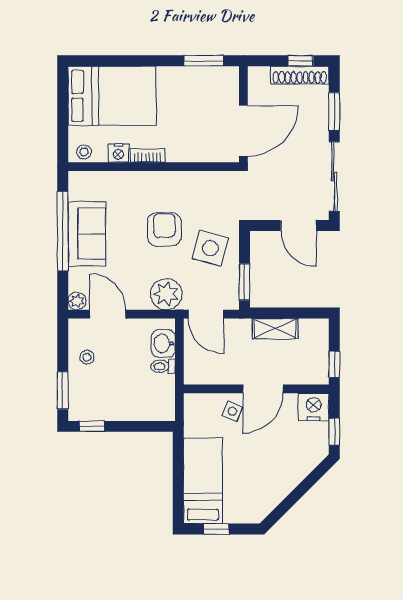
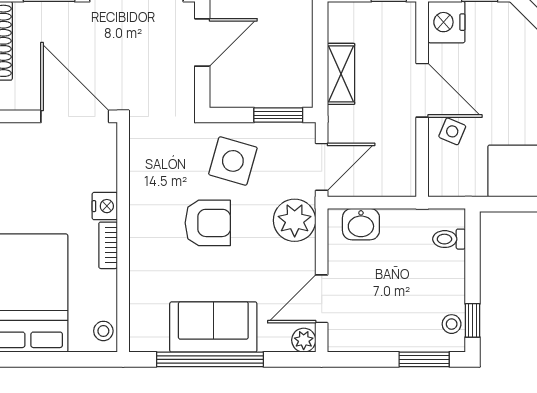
nightstand: (118, 153) -> (105, 206), moved
armchair: (164, 230) -> (208, 223), turned 180
stool: (87, 357) -> (452, 324), moved
toilet: (163, 366) -> (449, 239), moved, turned 90

